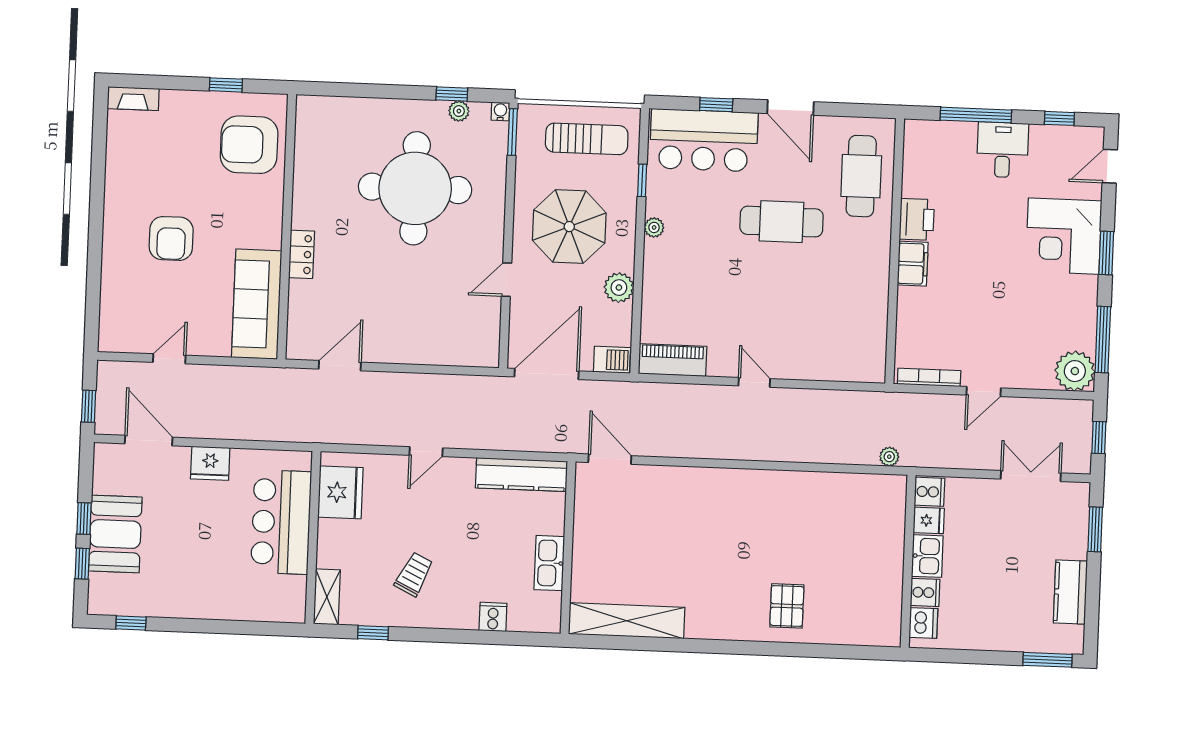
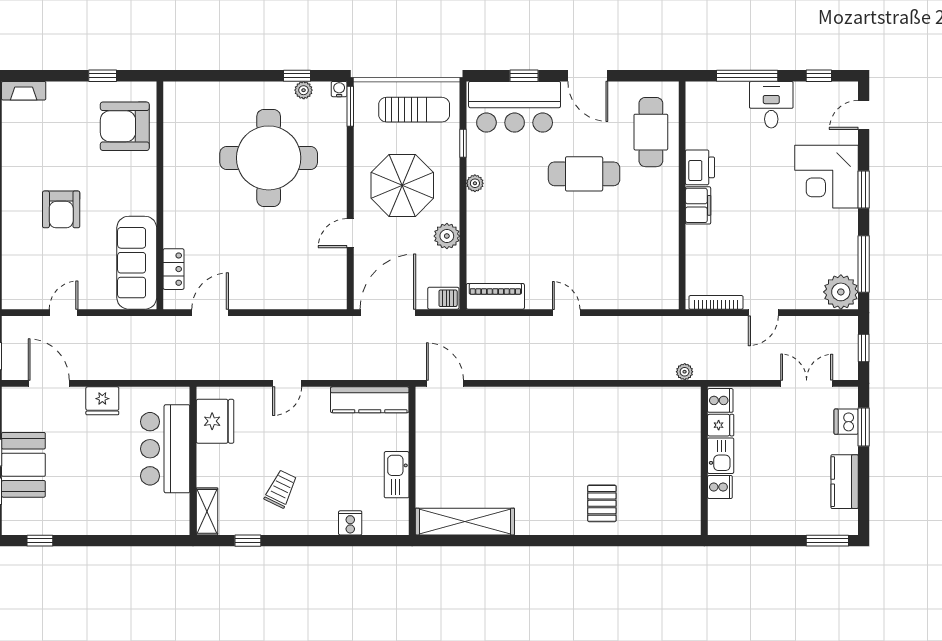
locker: (302, 254) -> (174, 269), moved
dishwasher: (923, 623) -> (846, 422), moved, turned 180

